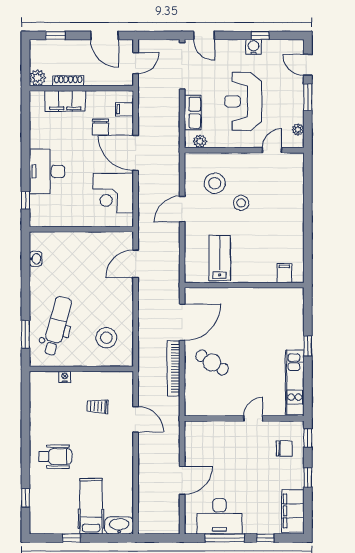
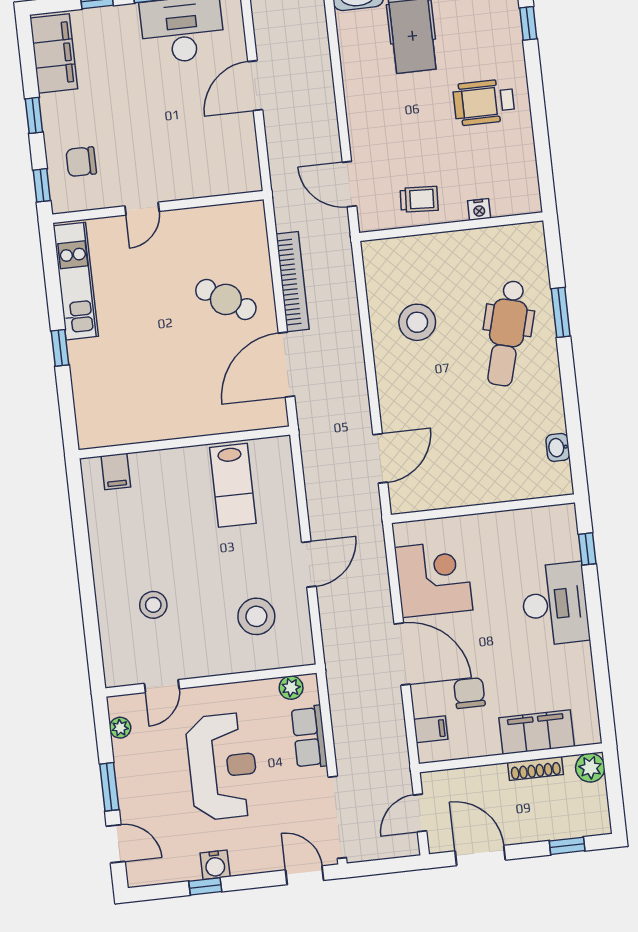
stool: (241, 203) -> (153, 605), moved
wall: (81, 369) -> (451, 227), moved
nightstand: (65, 377) -> (479, 209), moved

